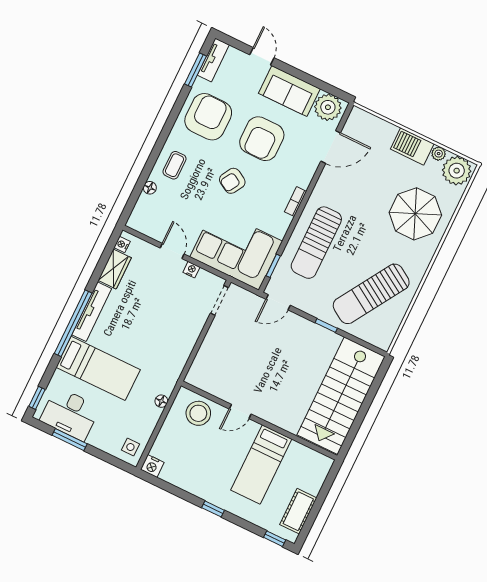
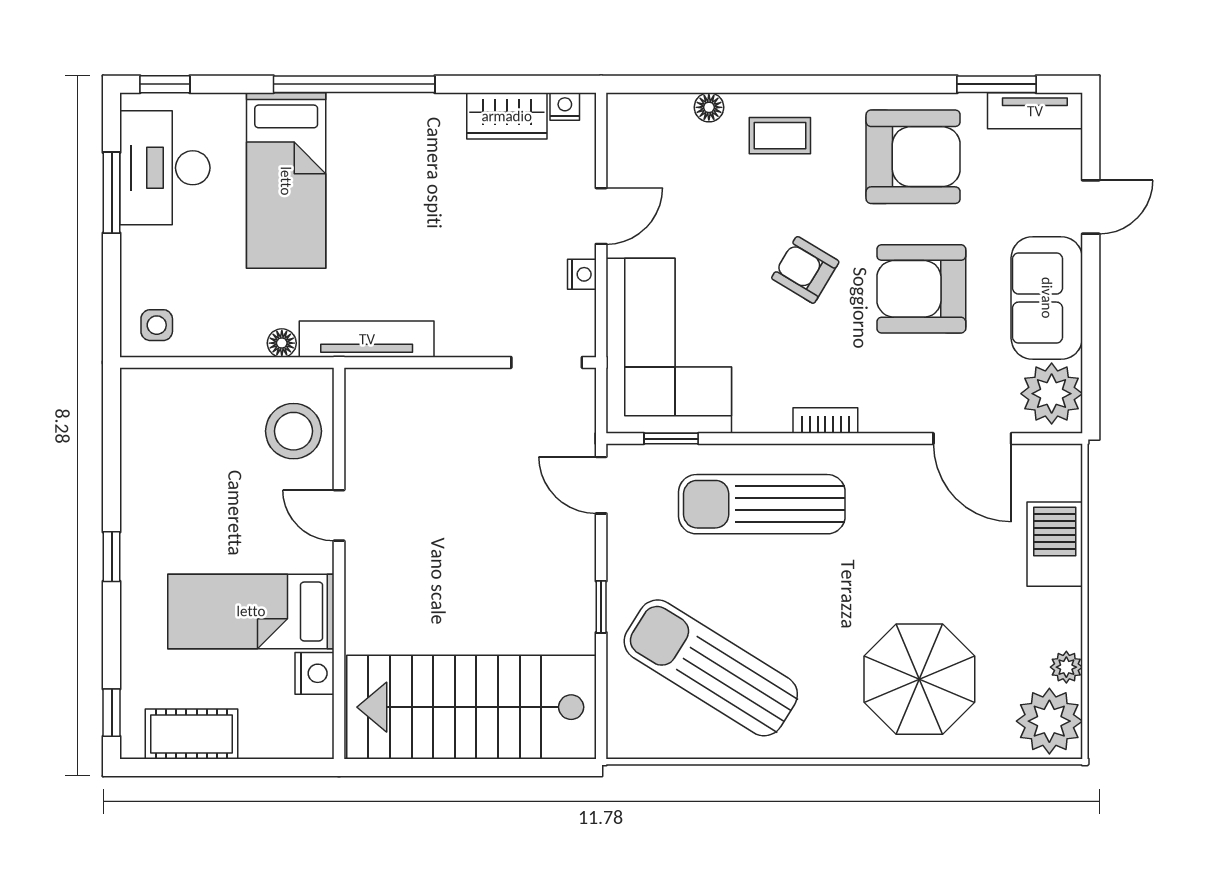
barbecue: (412, 146) -> (1055, 544), moved
tv unit: (92, 312) -> (367, 339), moved, turned 180
nightstand: (152, 466) -> (315, 673), moved, turned 180

